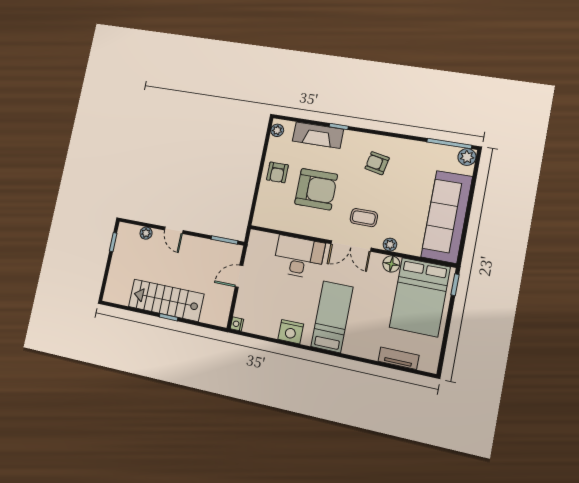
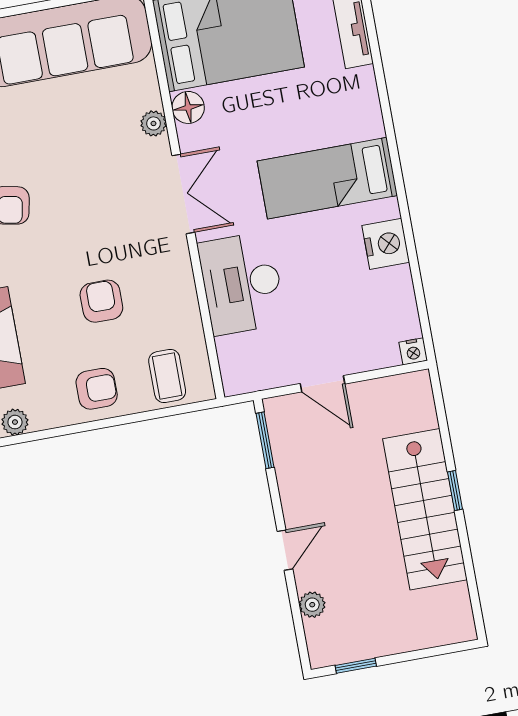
armchair: (316, 189) -> (101, 301), width x0.53, depth x0.53
coffee table: (364, 218) -> (167, 376), moved

